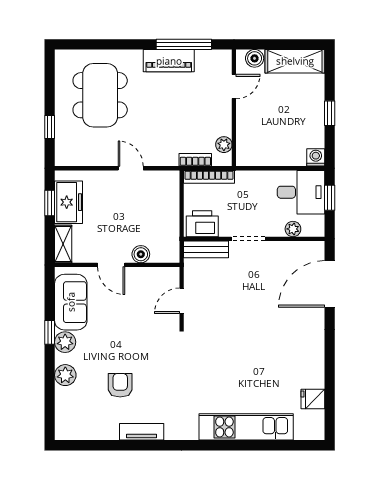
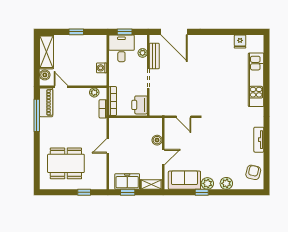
piano: (169, 61) -> (46, 102), moved
washing machine: (316, 157) -> (102, 68), moved
bench: (206, 249) -> (154, 56), moved
armchair: (120, 385) -> (253, 172), moved, turned 103

